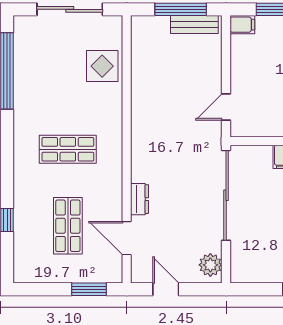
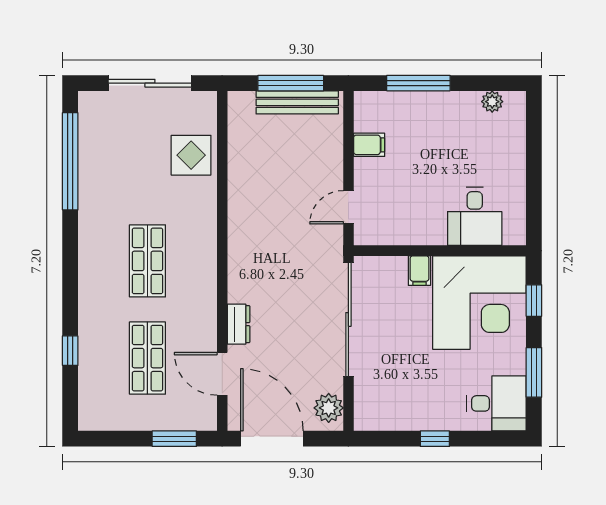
bench: (194, 25) -> (297, 102), width x1.36
filing cabinet: (242, 25) -> (369, 145), moved
shop shelf: (68, 149) -> (147, 261), turned 90
door: (166, 289) -> (272, 439), width x1.87

